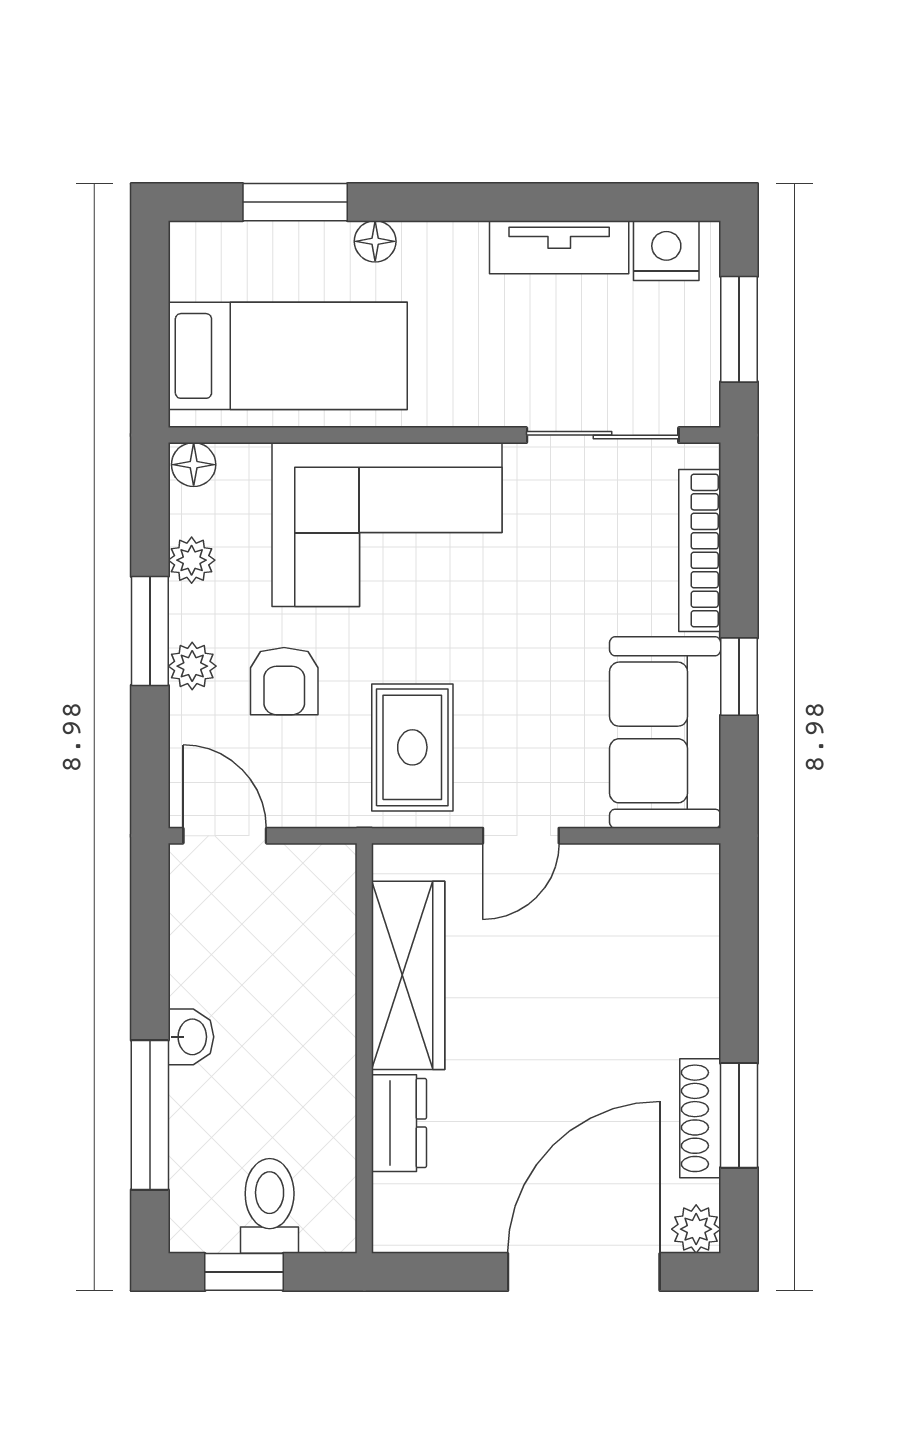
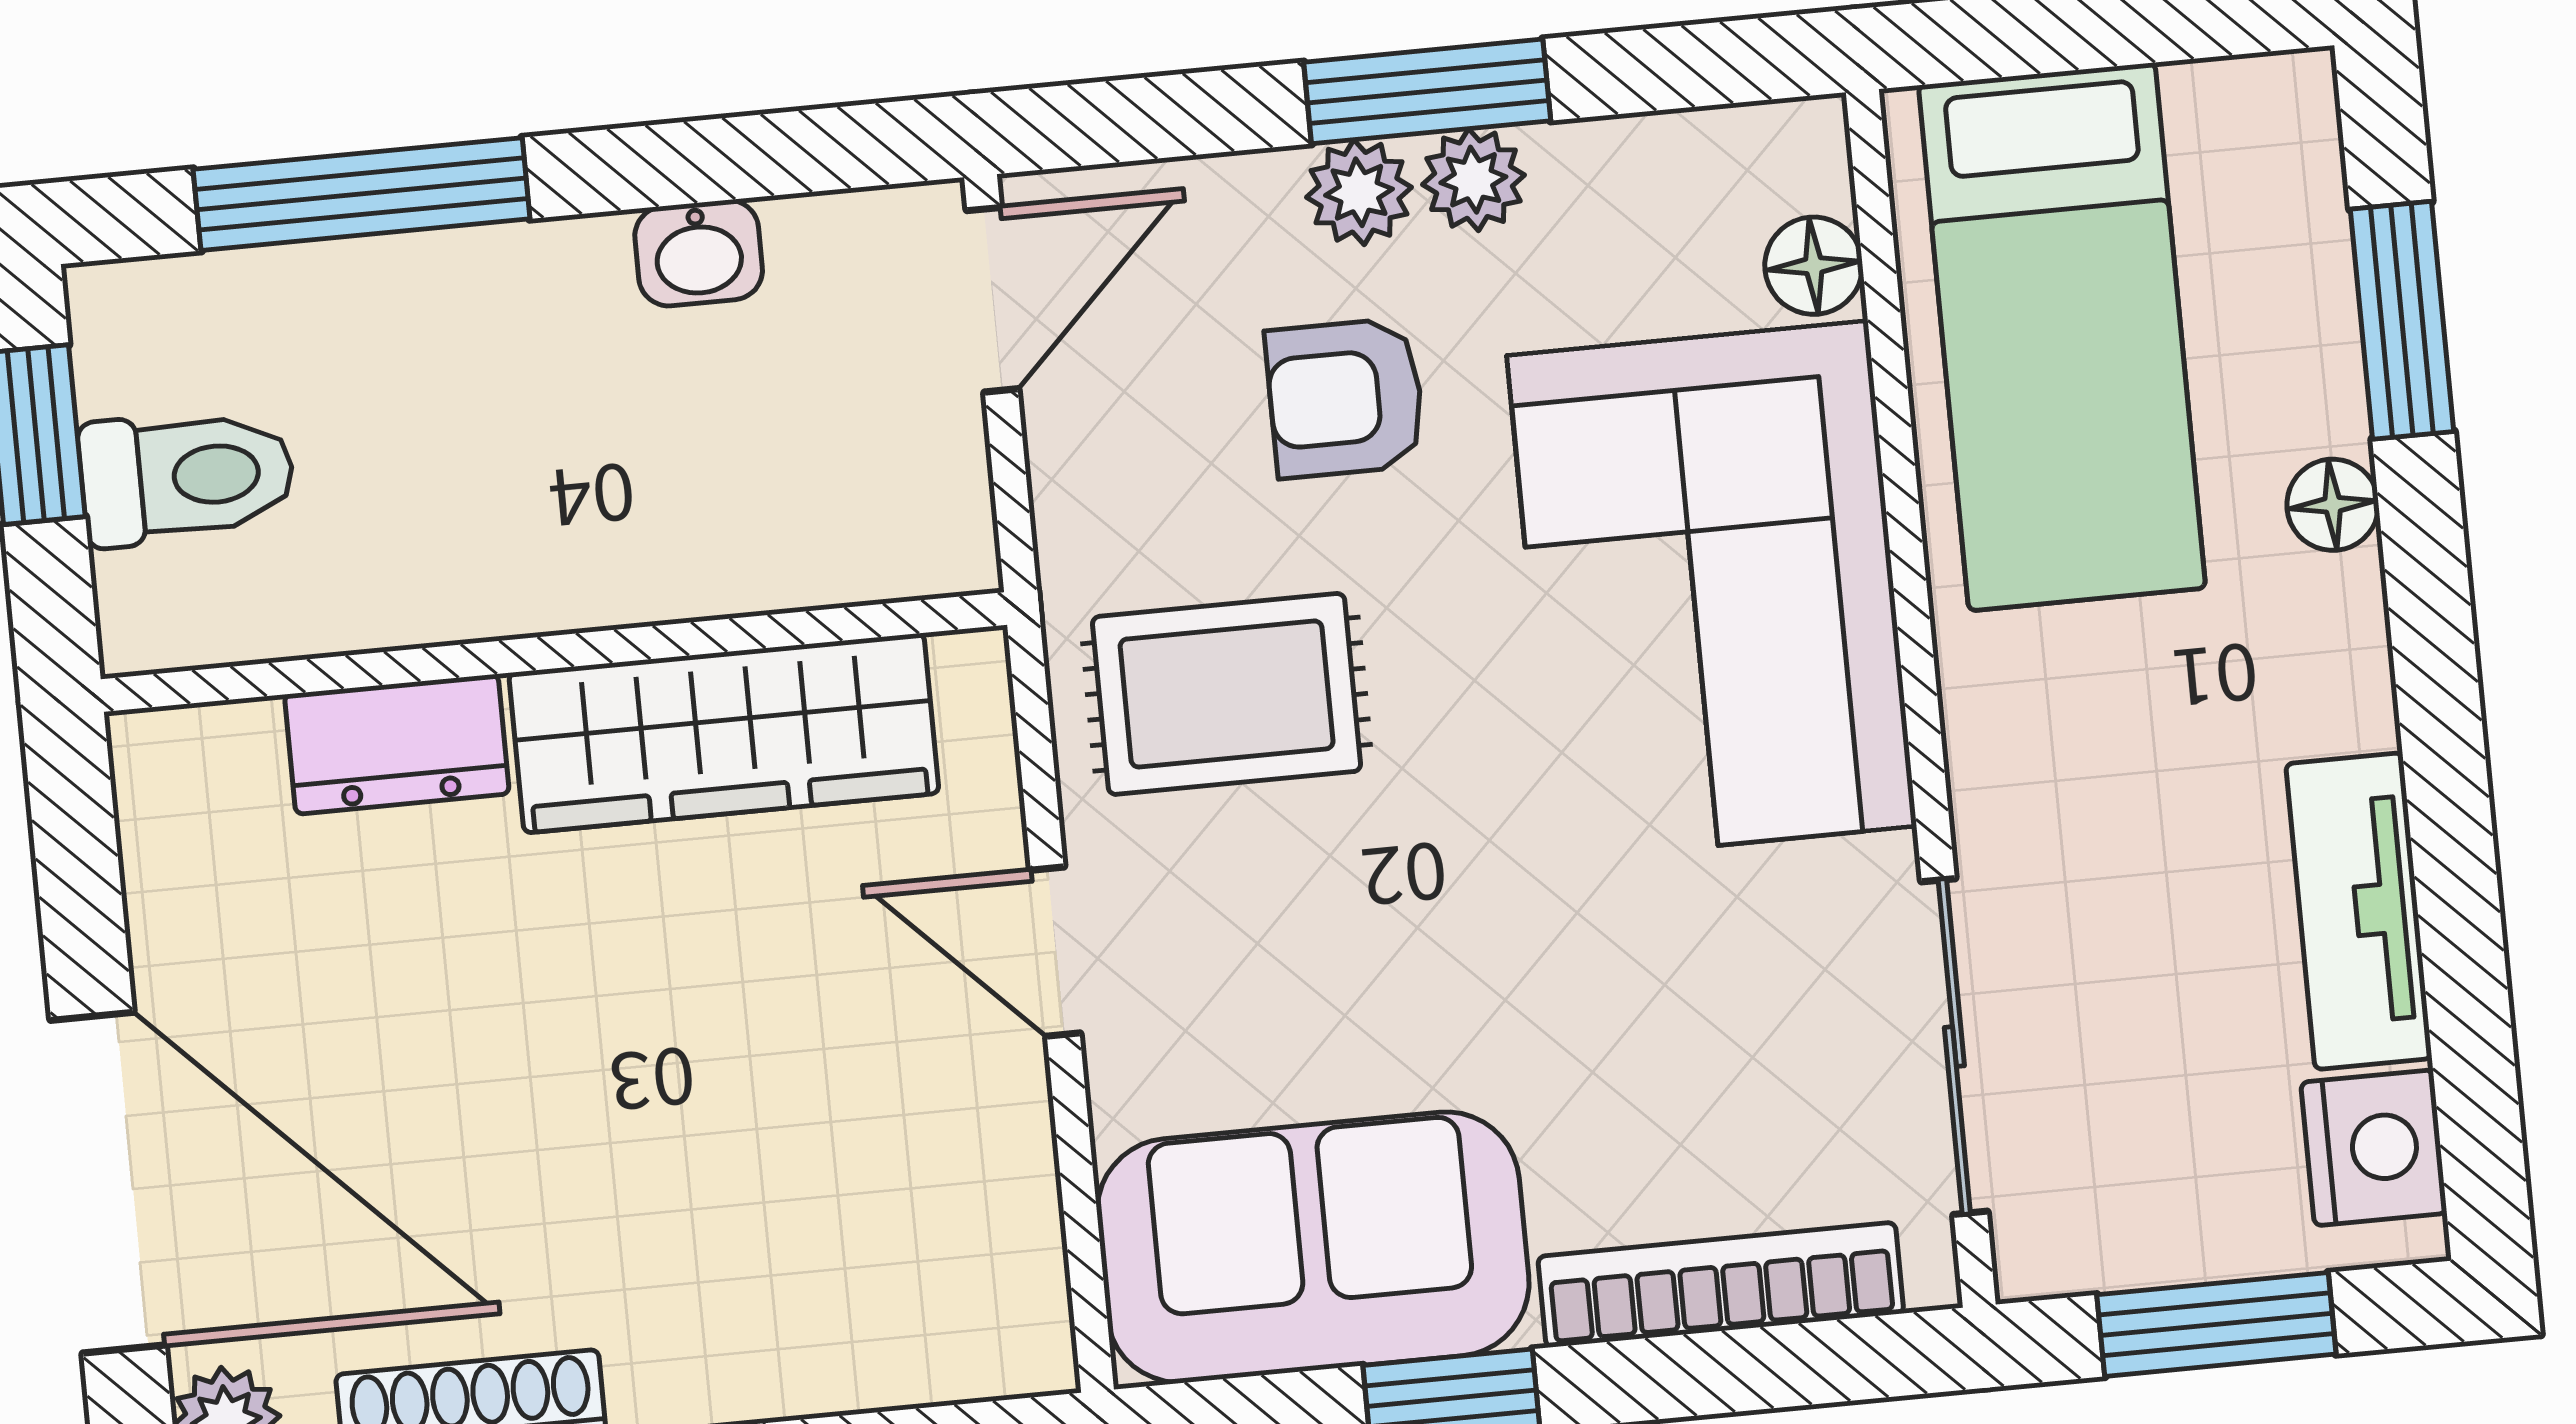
floor lamp: (194, 465) -> (1814, 266), moved
plant: (192, 560) -> (1473, 180), moved
washbasin: (191, 1037) -> (699, 253), moved

